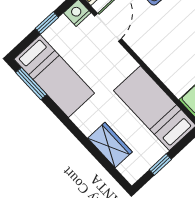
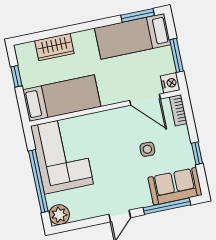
window: (47, 23) -> (177, 55), width x1.50

